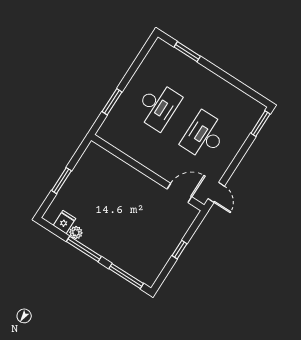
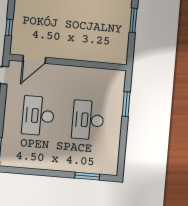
desk: (204, 136) -> (38, 116), turned 180
window: (180, 250) -> (9, 27), moved

